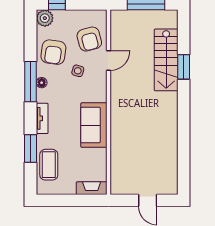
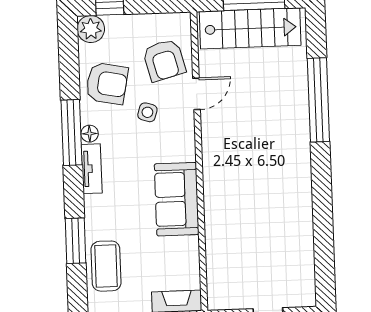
armchair: (53, 52) -> (107, 83), turned -87
stairs: (166, 60) -> (250, 28), moved, turned -90
window: (184, 67) -> (318, 100), width x2.11
tv unit: (42, 118) -> (92, 169), moved

